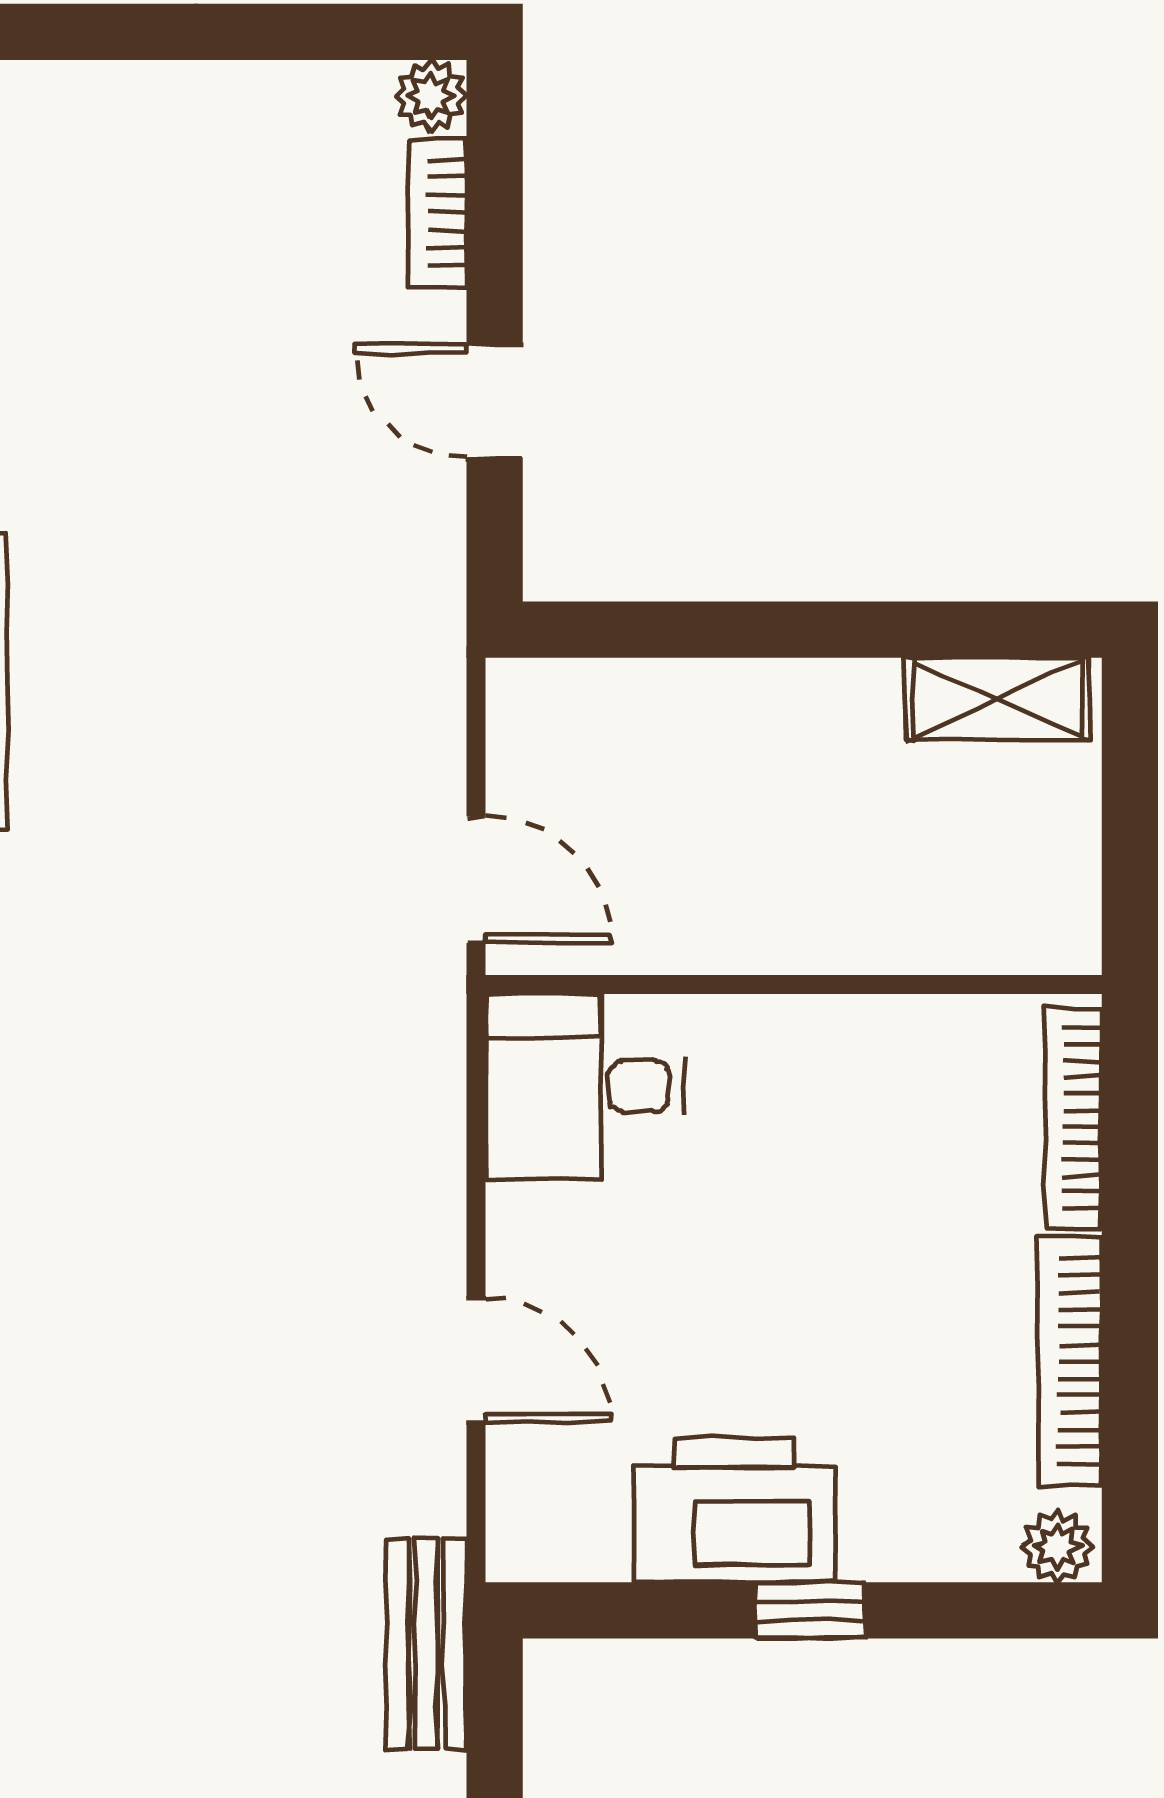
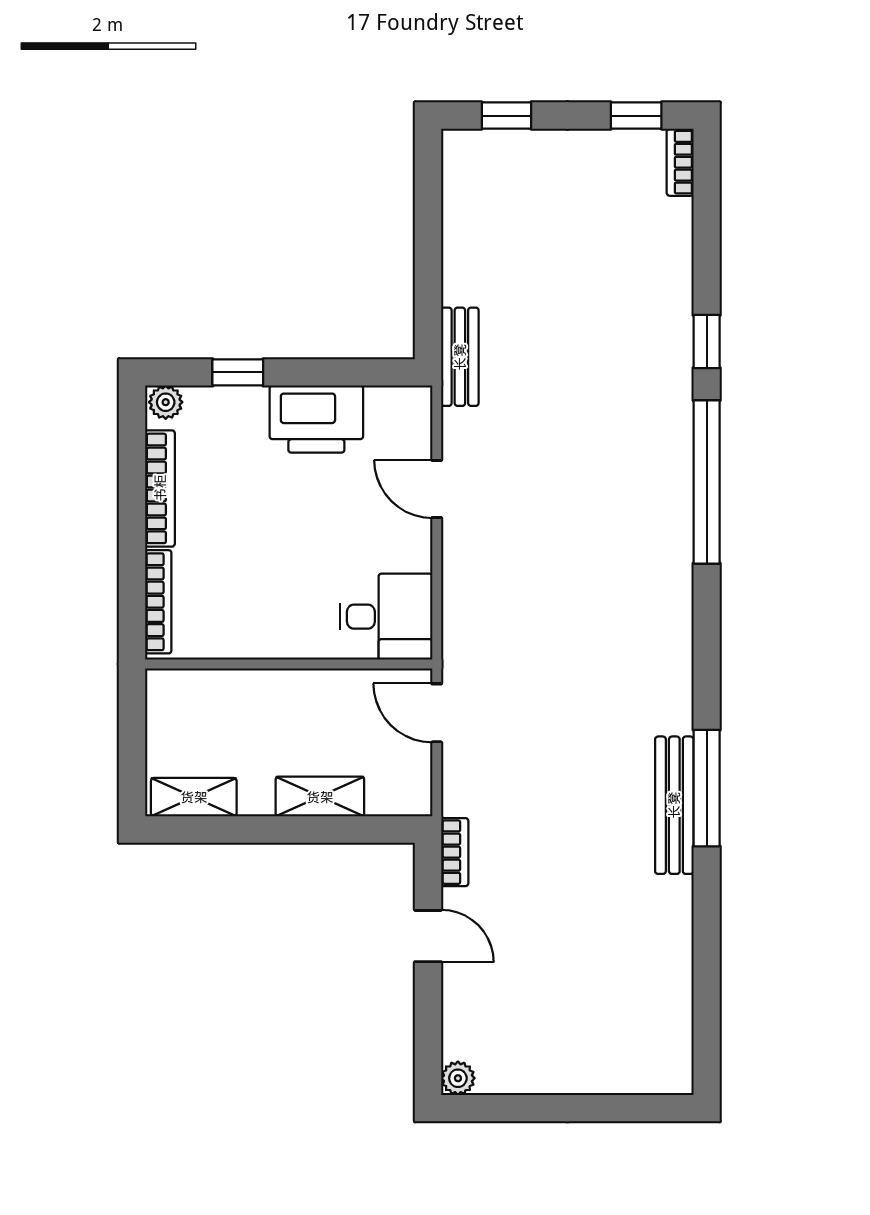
bookcase: (437, 213) -> (455, 852), moved
shelving: (727, 700) -> (320, 797), added
window: (810, 1610) -> (238, 372), moved

